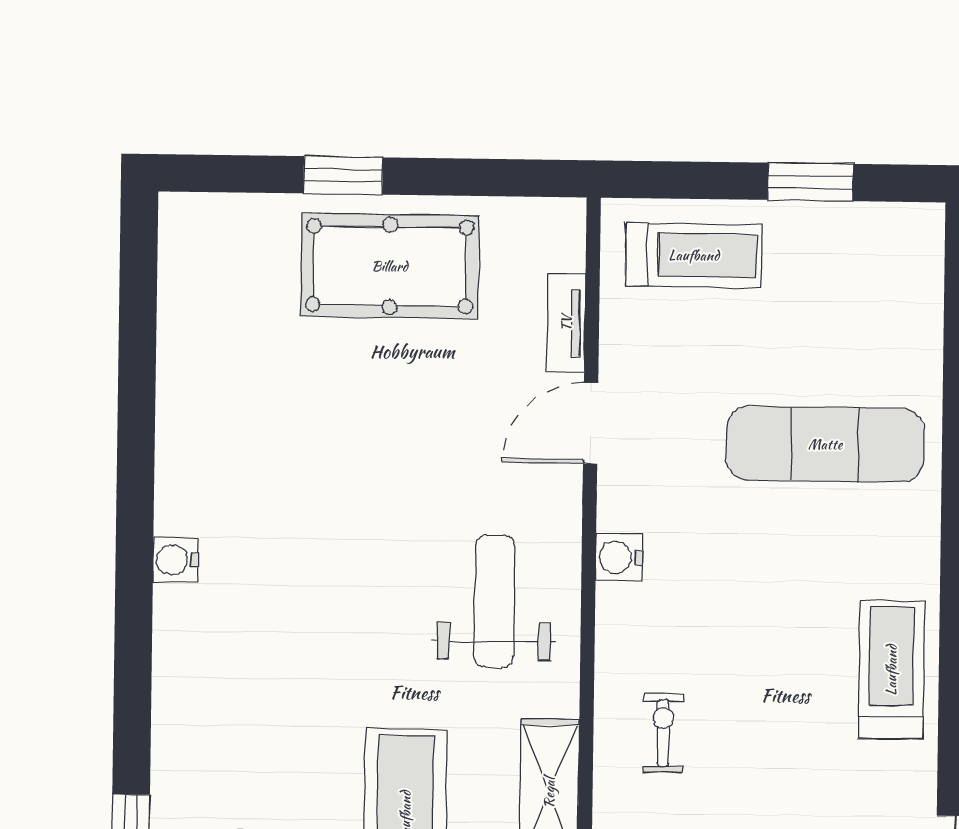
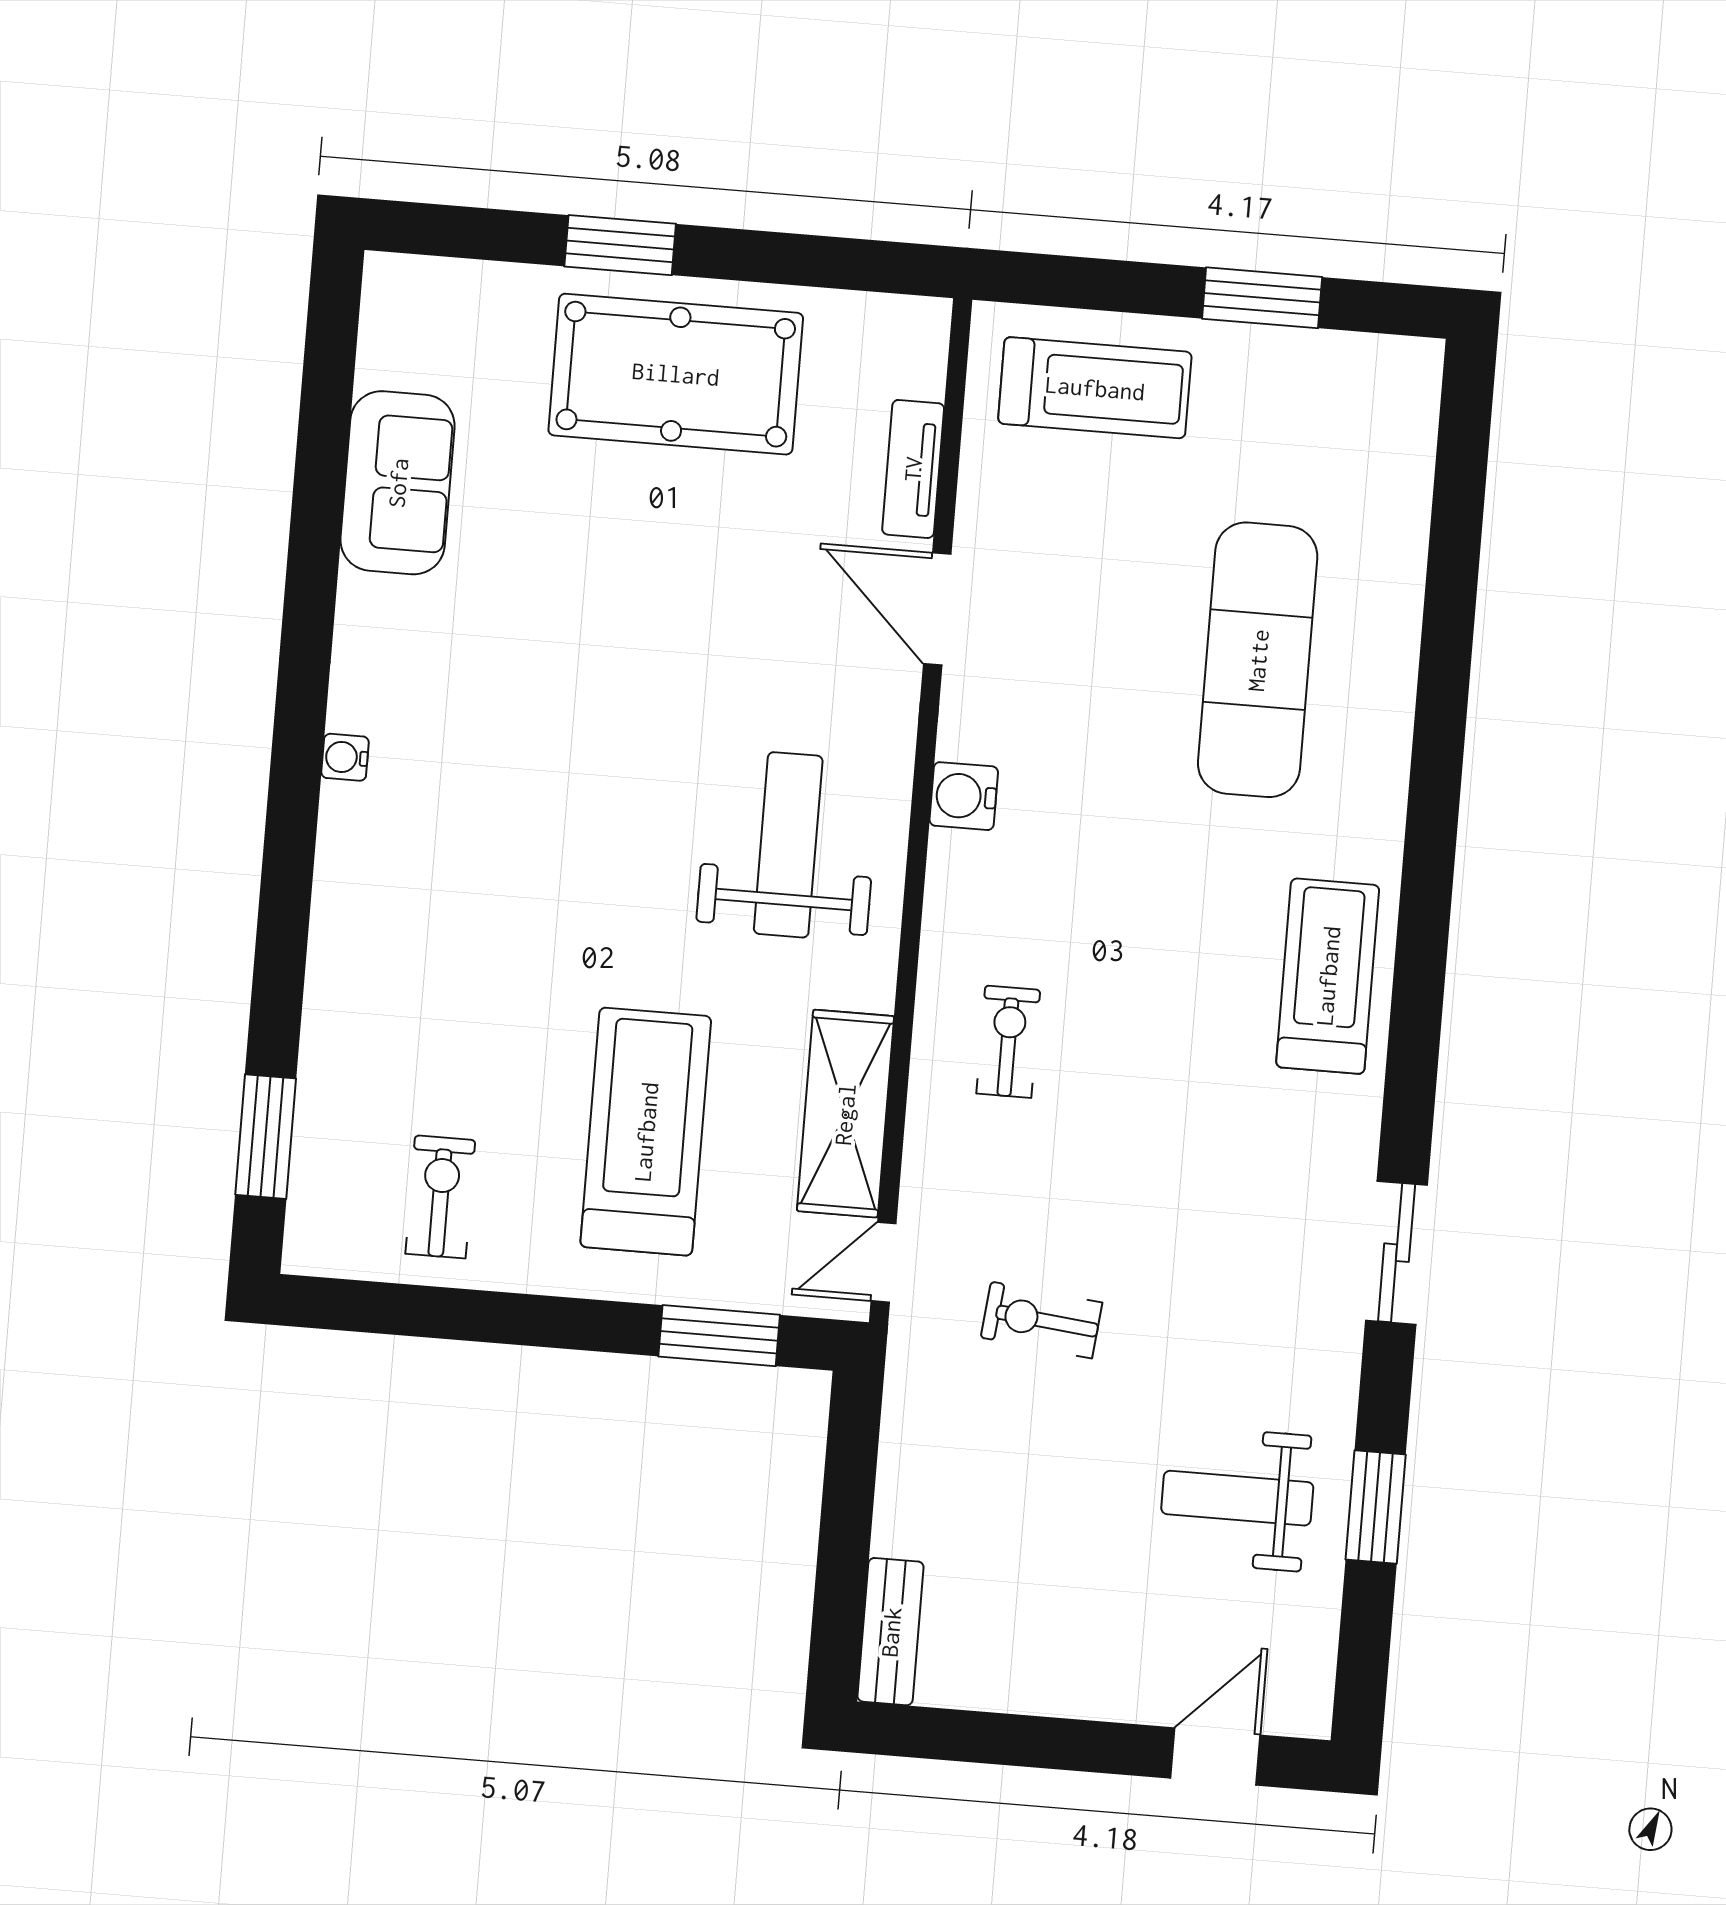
sofa: (194, 358) -> (398, 483), added
door: (591, 423) -> (937, 609), hinge flipped
exercise mat: (825, 444) -> (1258, 660), turned 90
water cooler: (175, 560) -> (345, 757), width x0.72, depth x0.72

